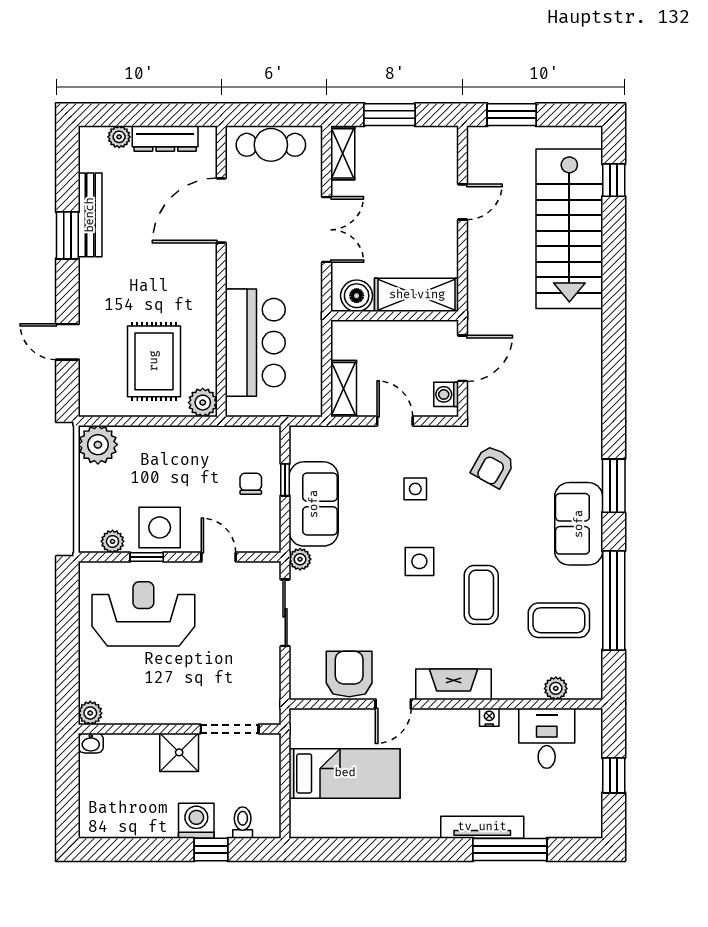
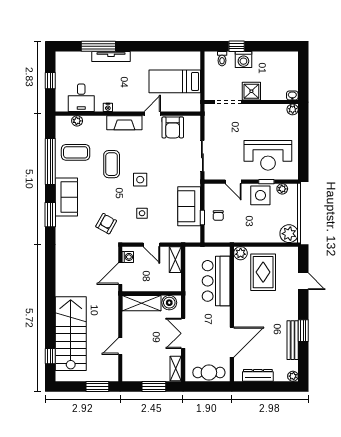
plant: (119, 137) -> (293, 376), moved
plant: (300, 559) -> (195, 181), removed

